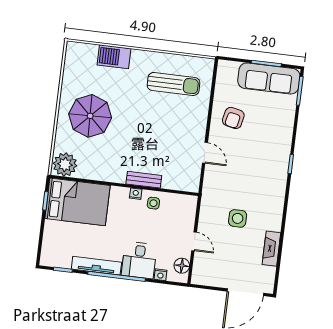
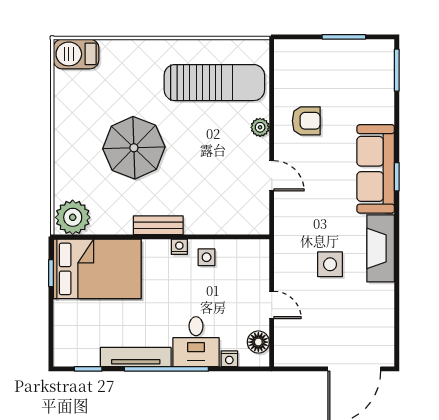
barbecue: (114, 57) -> (76, 54), moved
sofa: (269, 78) -> (376, 169), moved, turned 90
sun lounger: (173, 84) -> (214, 83), width x1.36, depth x1.34
parasol: (90, 116) -> (134, 148), moved
plant: (201, 118) -> (260, 127), added
armchair: (233, 118) -> (306, 121), turned -102
bench: (144, 180) -> (158, 225), moved
fireplace: (271, 249) -> (381, 248), moved, width x1.37, depth x1.32

